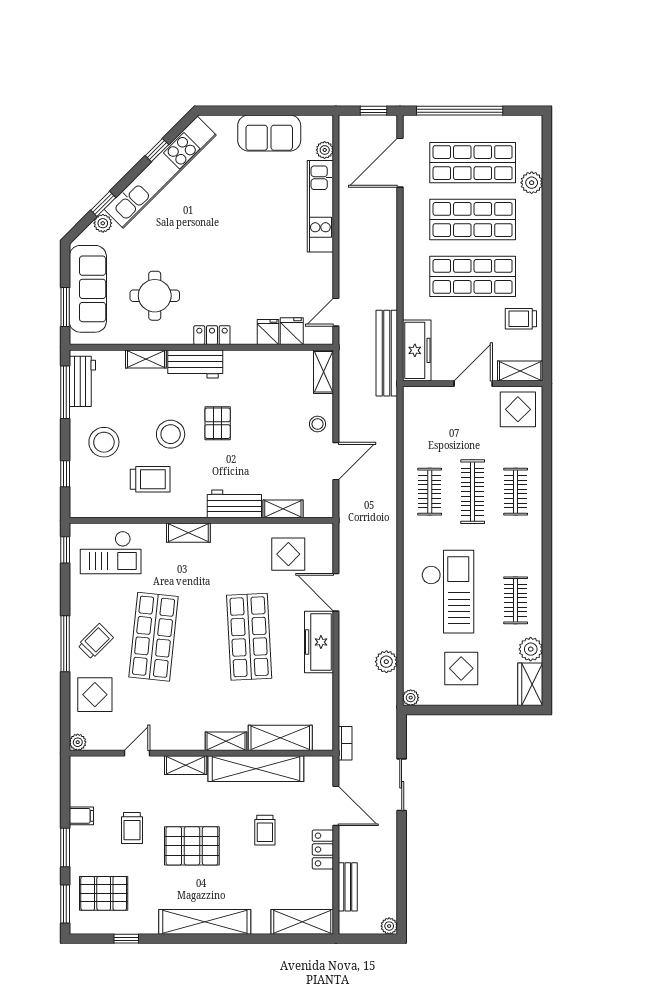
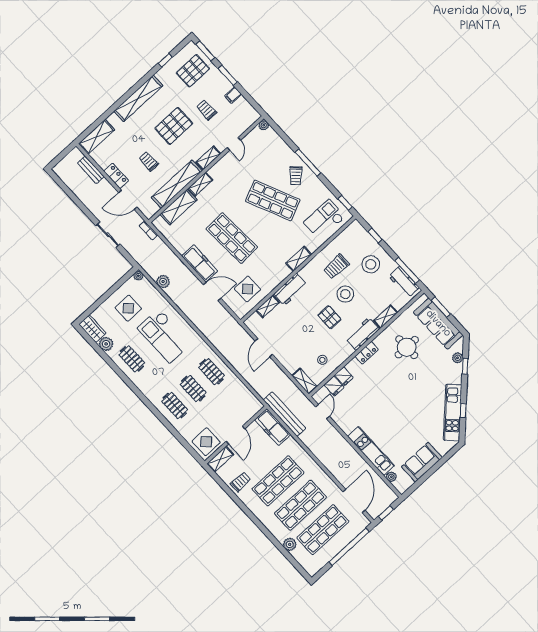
kitchen unit: (160, 172) -> (453, 413), width x0.73
stool: (317, 424) -> (322, 360), moved
clothes rail: (473, 492) -> (193, 389), width x0.73
shop shelf: (154, 637) -> (273, 200), turned -30
display table: (95, 695) -> (275, 153), removed
plant: (389, 926) -> (58, 169), removed

